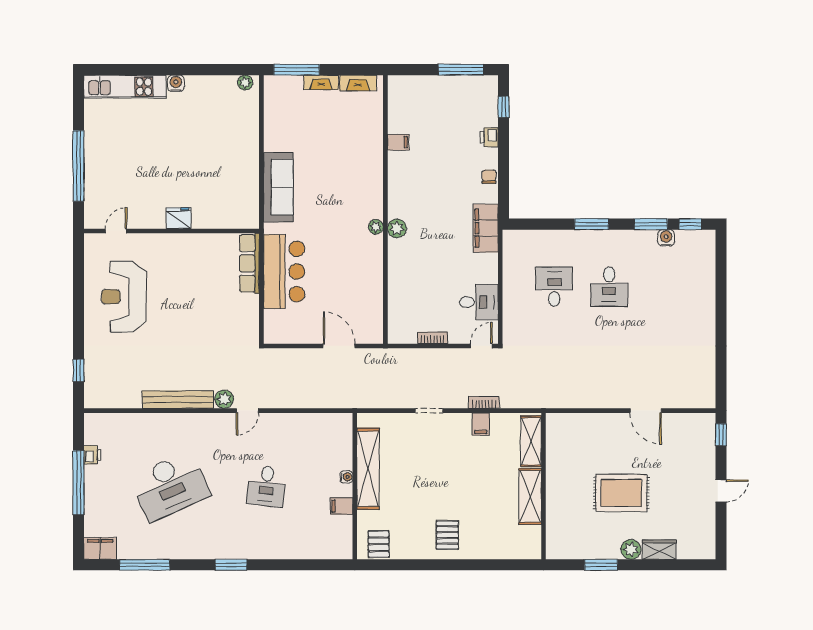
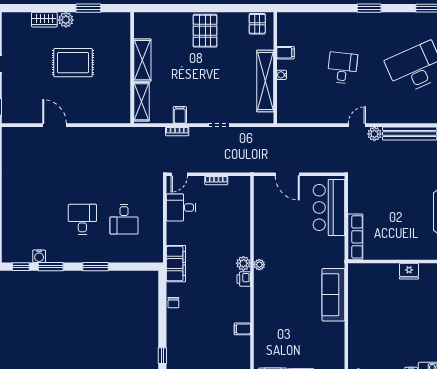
printer: (489, 137) -> (244, 279), moved, turned 180
bar counter: (284, 271) -> (329, 208), moved
pallet: (447, 535) -> (205, 31), width x1.50, depth x1.42

